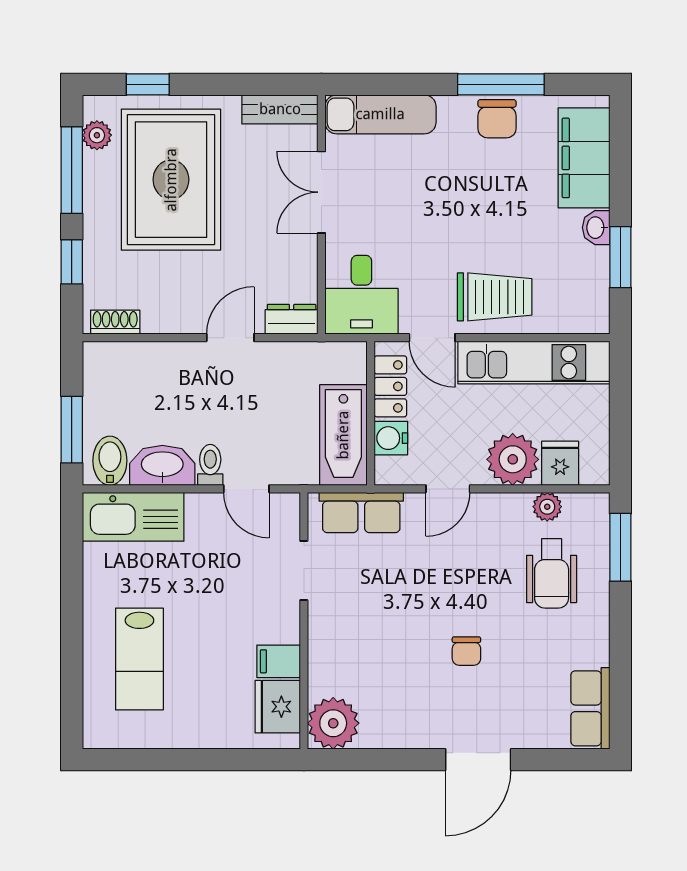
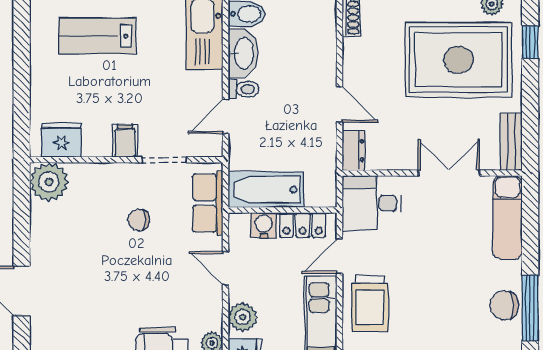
plant: (513, 459) -> (243, 317), width x0.73, depth x0.73
chair: (466, 651) -> (139, 220), moved
filing cabinet: (279, 661) -> (125, 141), moved

